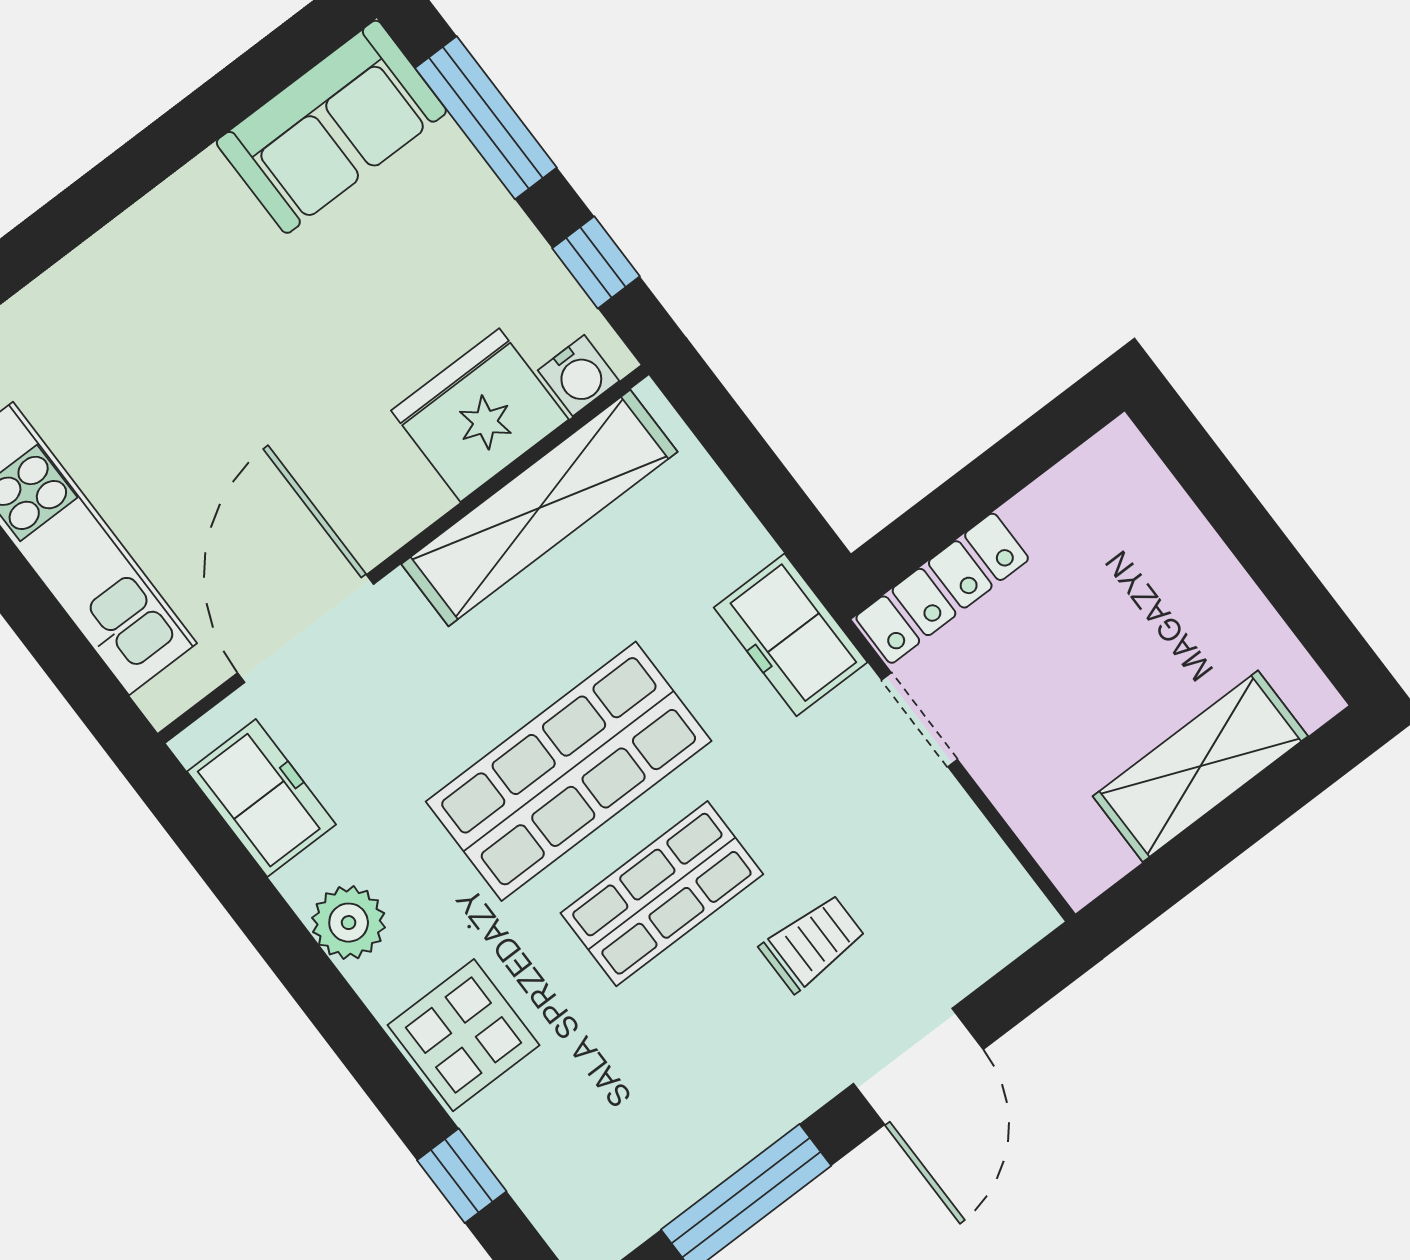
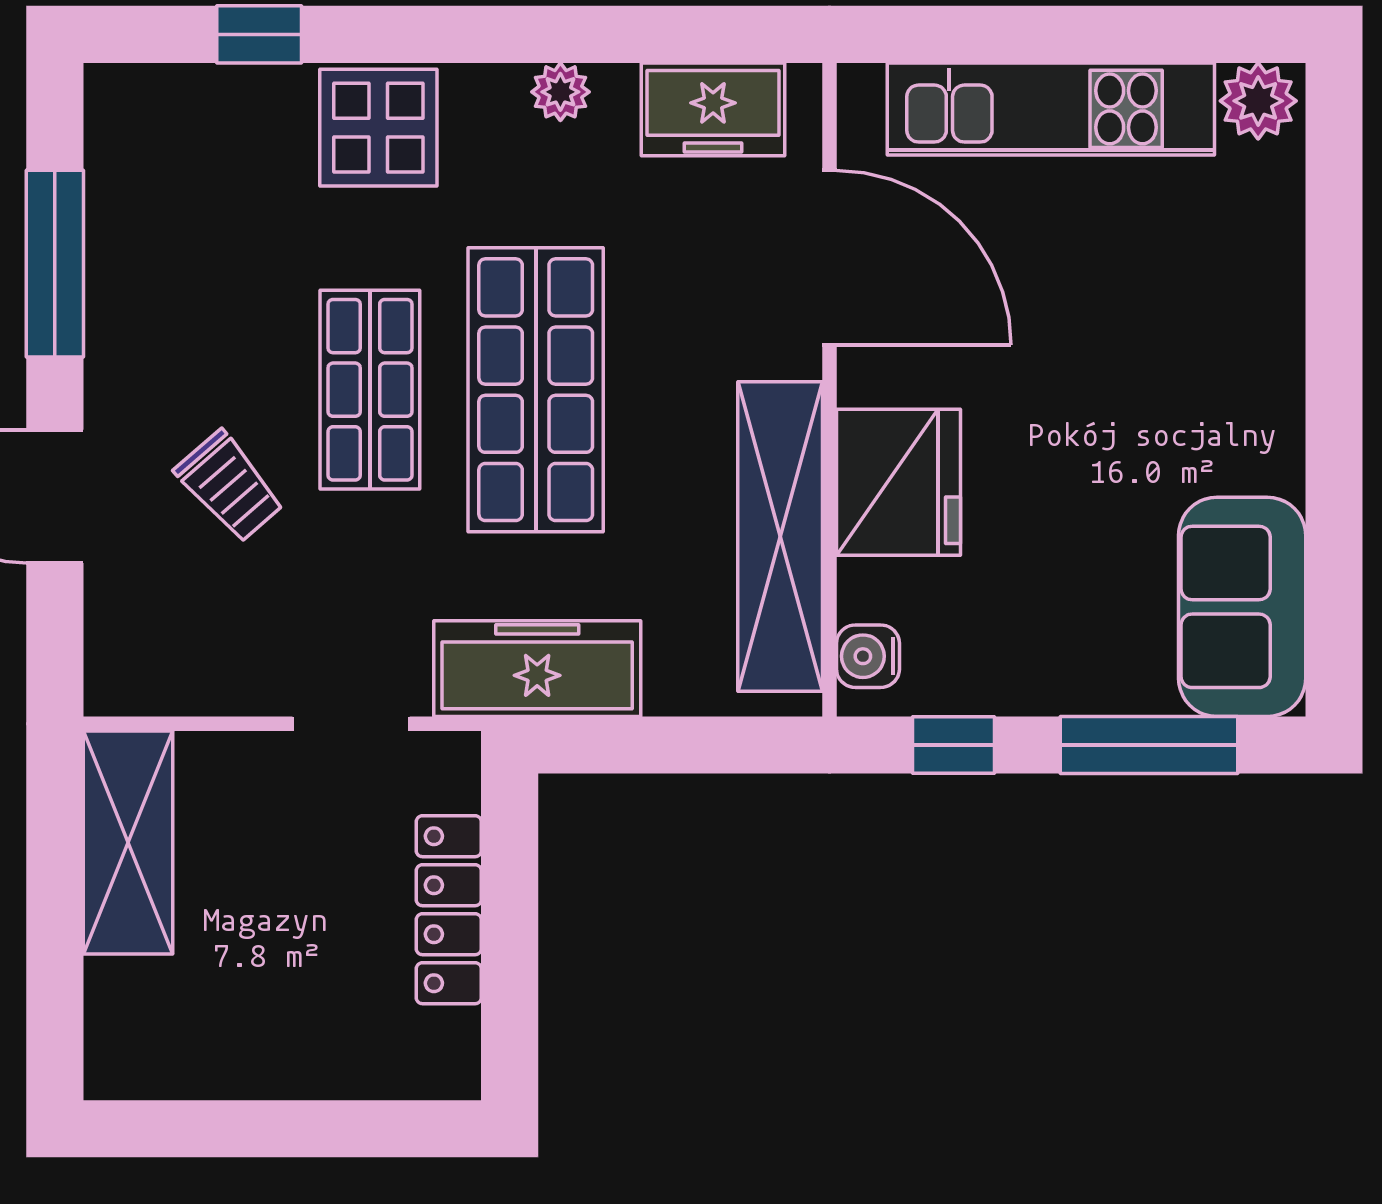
fridge: (480, 415) -> (898, 482), moved
locker: (942, 588) -> (449, 910), moved
freezer: (791, 635) -> (537, 669), width x1.40
shelving: (1200, 766) -> (128, 843), moved
plant: (349, 923) -> (560, 92), width x0.73, depth x0.73
trolley: (813, 943) -> (230, 486), turned -41

